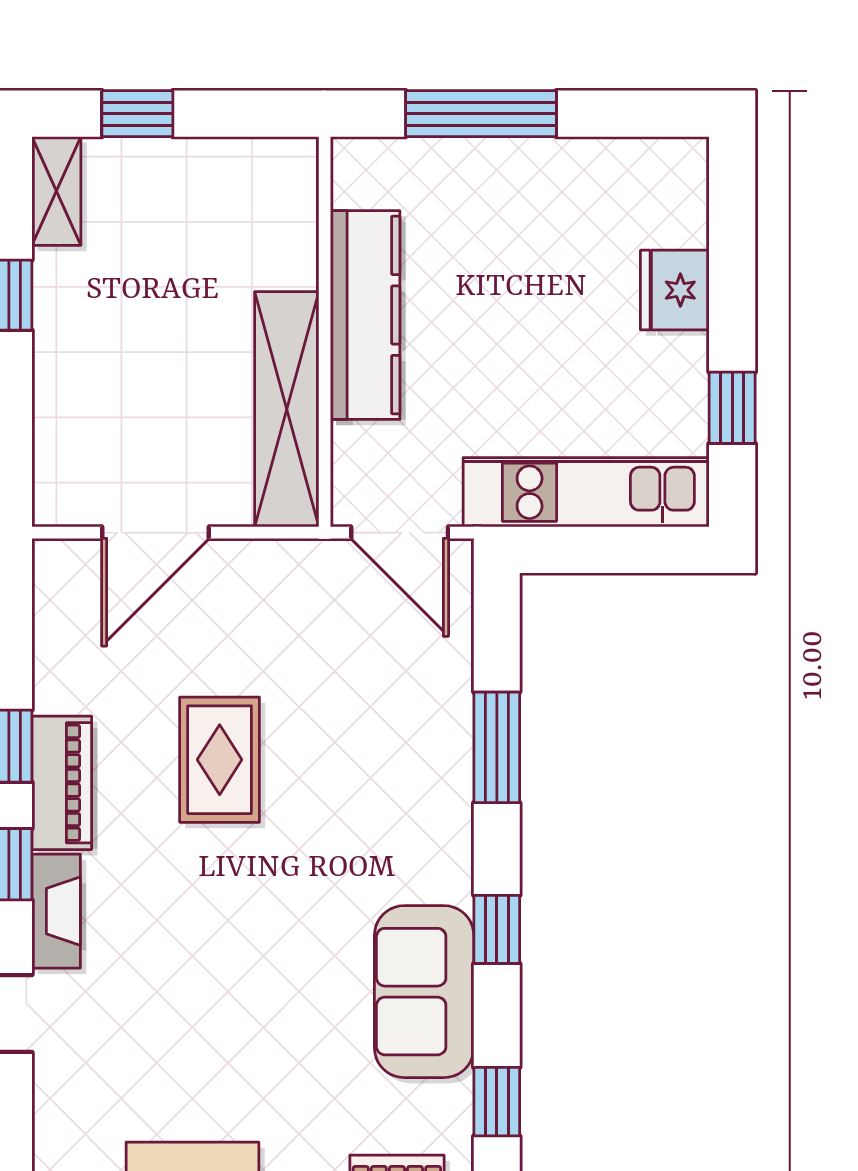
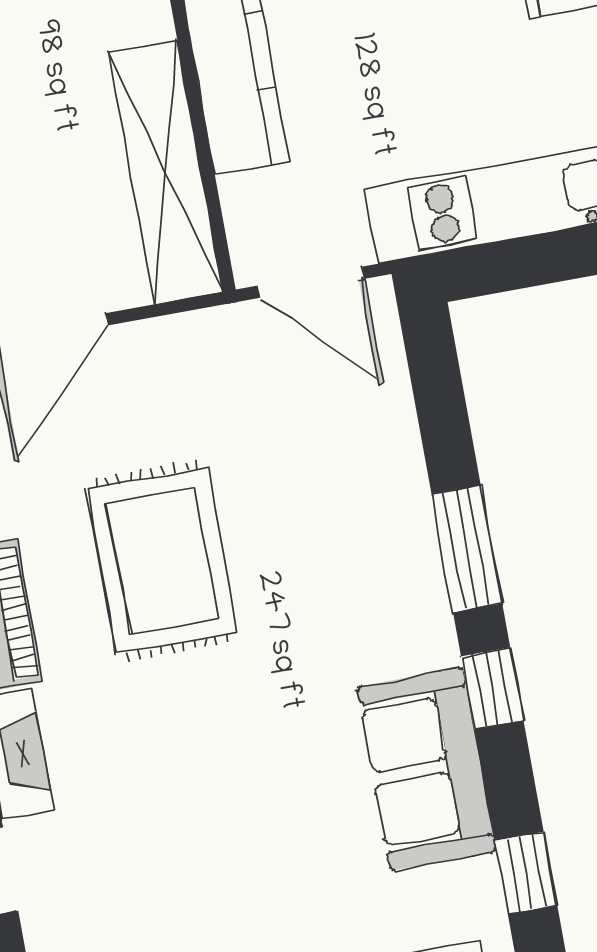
window: (497, 747) -> (467, 549), moved
rug: (220, 760) -> (162, 561), width x1.36, depth x1.43

